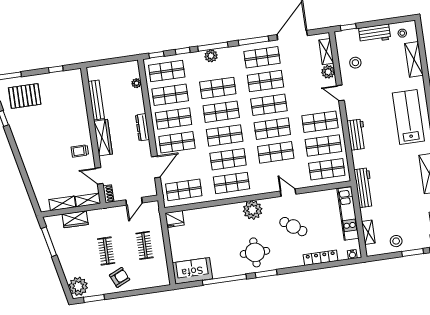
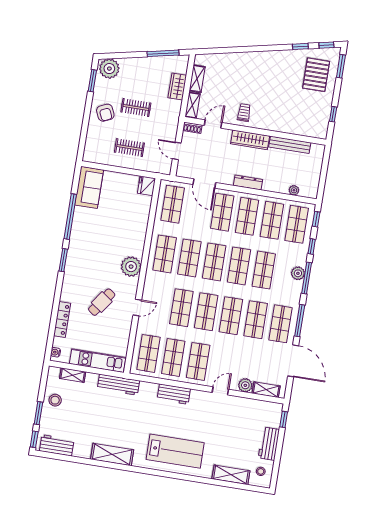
stool: (355, 63) -> (246, 415), removed
round table: (255, 252) -> (88, 256), removed

